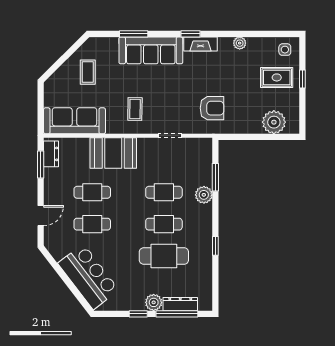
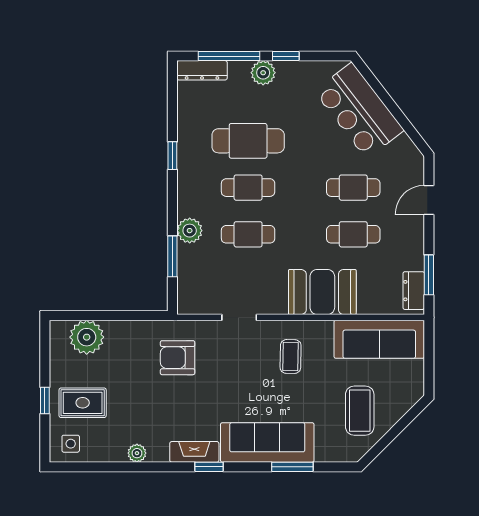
coffee table: (88, 72) -> (360, 411), width x1.36, depth x1.30
dresser: (180, 304) -> (202, 70), moved

